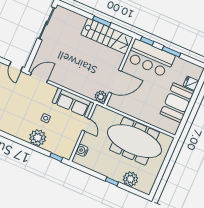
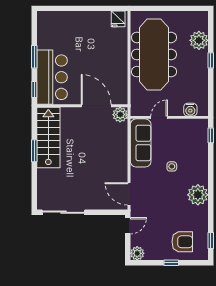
fridge: (191, 83) -> (118, 19), moved
booth: (177, 103) -> (89, 25), removed
plant: (38, 138) -> (198, 195), moved

